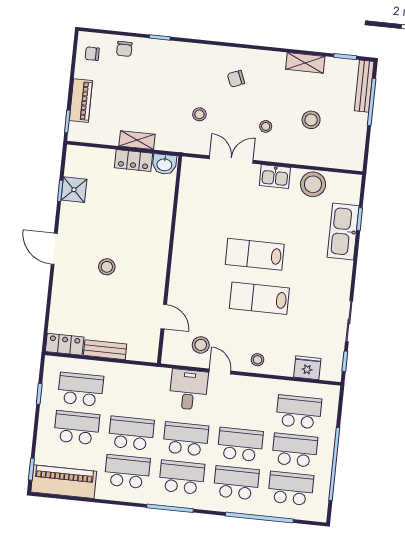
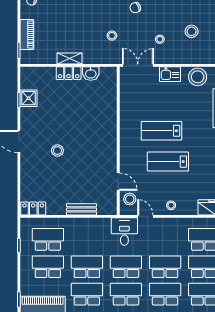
wall: (170, 260) -> (118, 141), moved
door: (164, 317) -> (118, 182), moved
bench: (105, 350) -> (82, 209), moved

